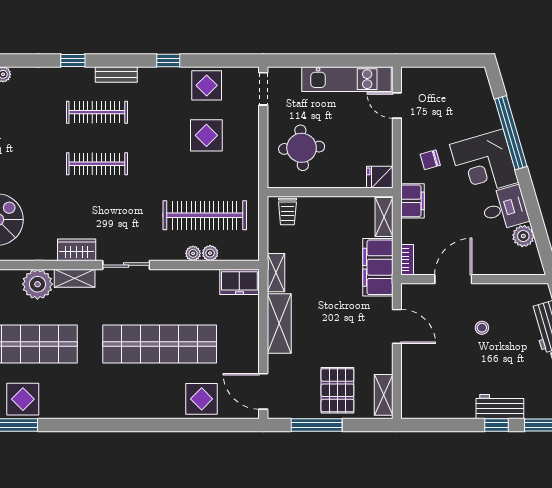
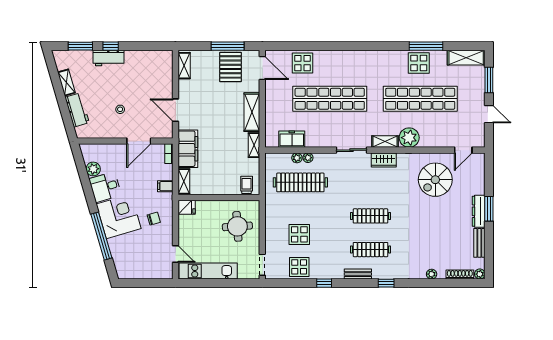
filing cabinet: (412, 201) -> (165, 186), width x0.50
freezer: (239, 282) -> (292, 139), moved
pallet: (337, 390) -> (230, 67), moved

